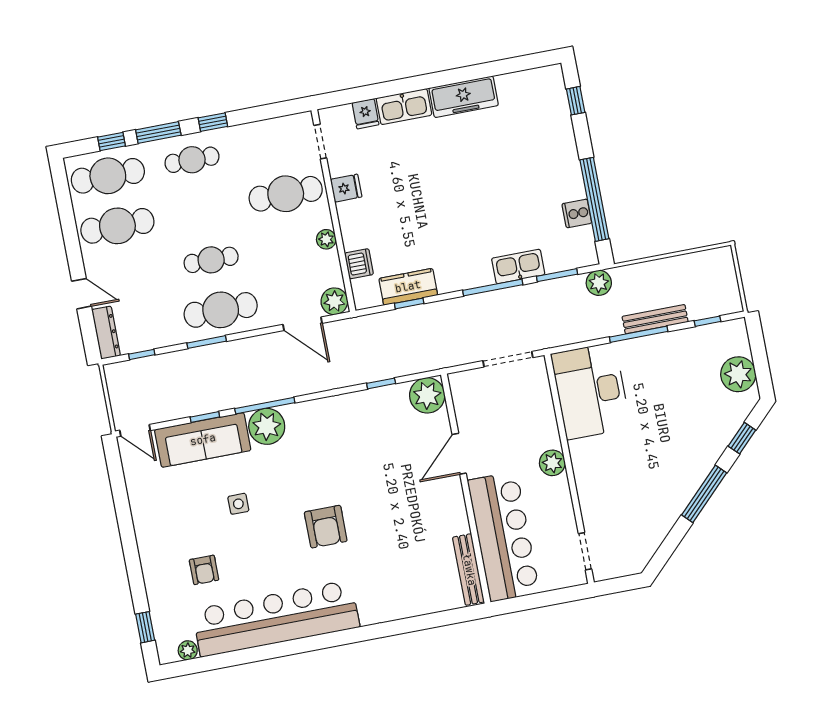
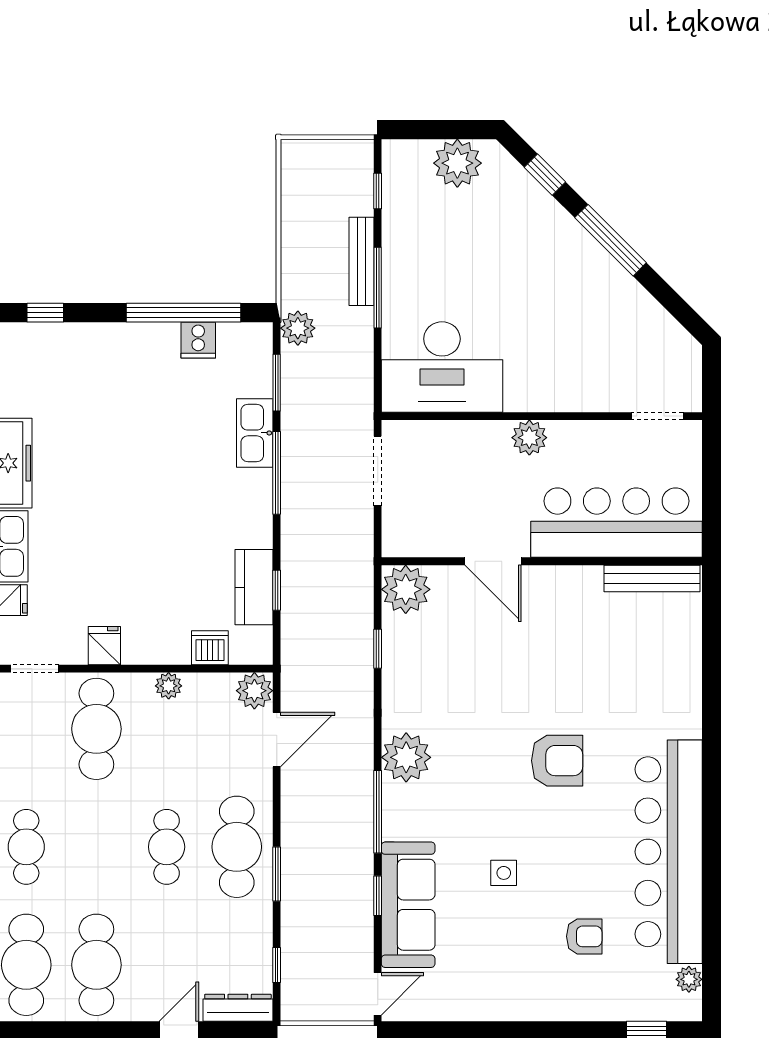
plant: (267, 426) -> (406, 757), moved

